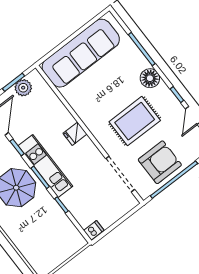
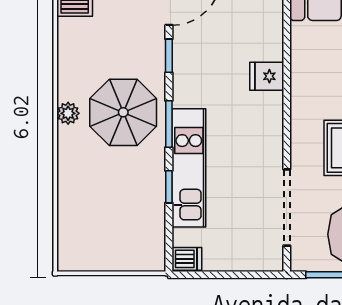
fridge: (75, 134) -> (267, 76), moved
kitchen unit: (45, 166) -> (189, 168), moved

